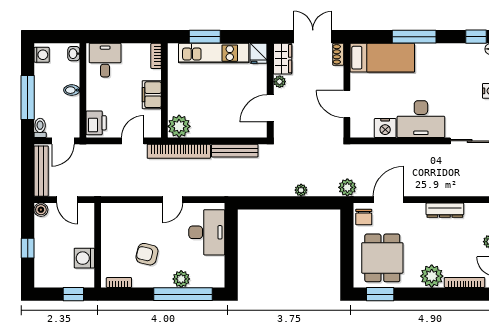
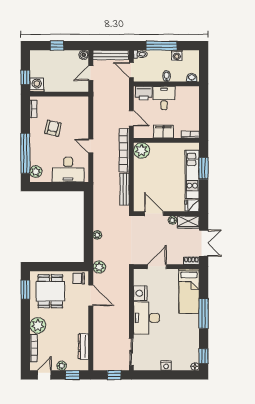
washing machine: (42, 55) -> (177, 55), moved
desk: (105, 60) -> (164, 98), moved, turned -90
dresser: (445, 210) -> (83, 346), moved
washing machine: (84, 258) -> (37, 85), moved
dining table: (382, 258) -> (50, 291), turned 90
plant: (181, 279) -> (36, 172), moved

